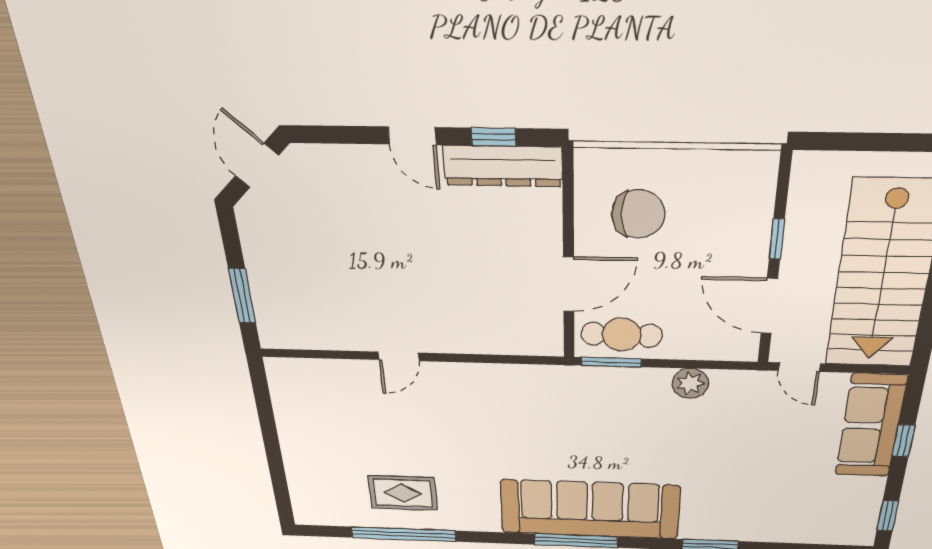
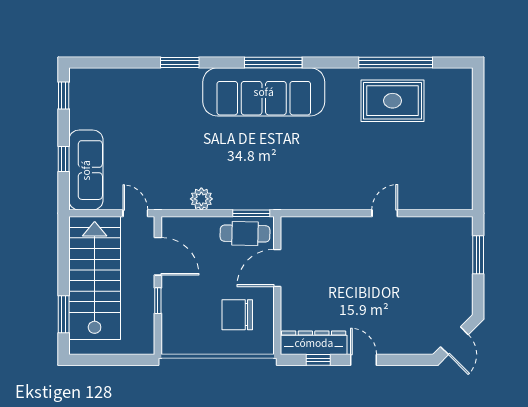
rug: (403, 493) -> (393, 101), width x1.36, depth x1.43

